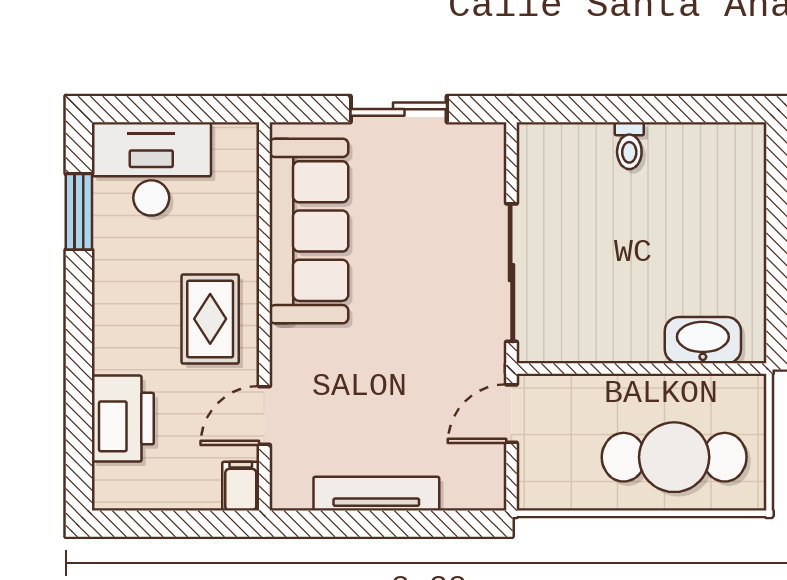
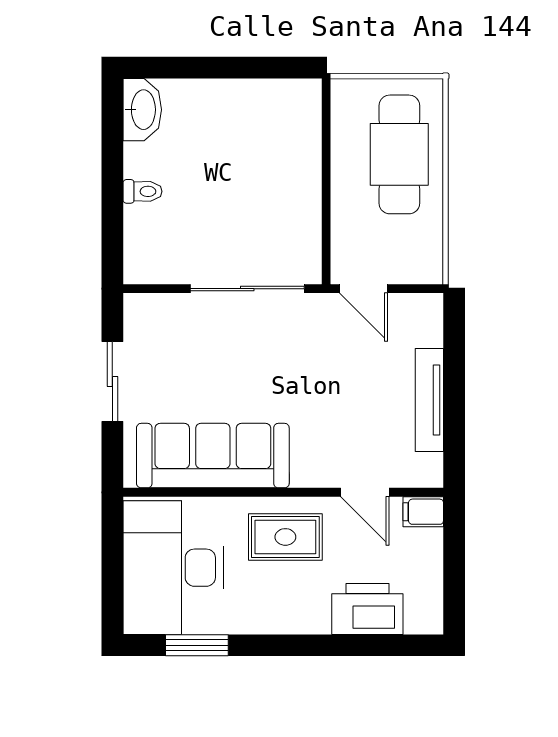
desk: (151, 169) -> (173, 568), width x1.36, depth x1.30
washbasin: (703, 340) -> (142, 110), moved, turned 180

